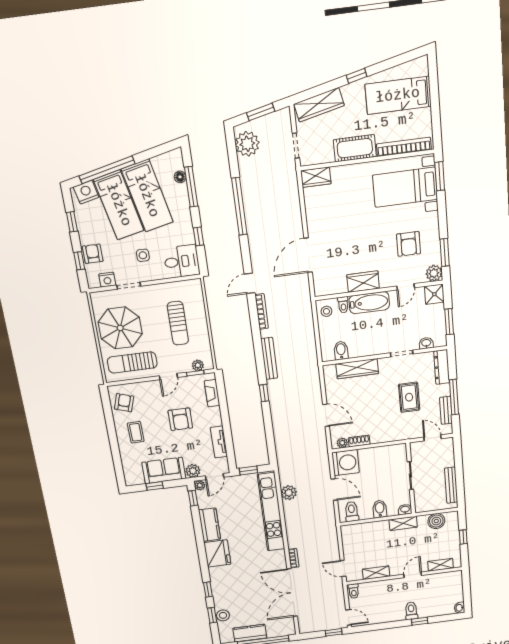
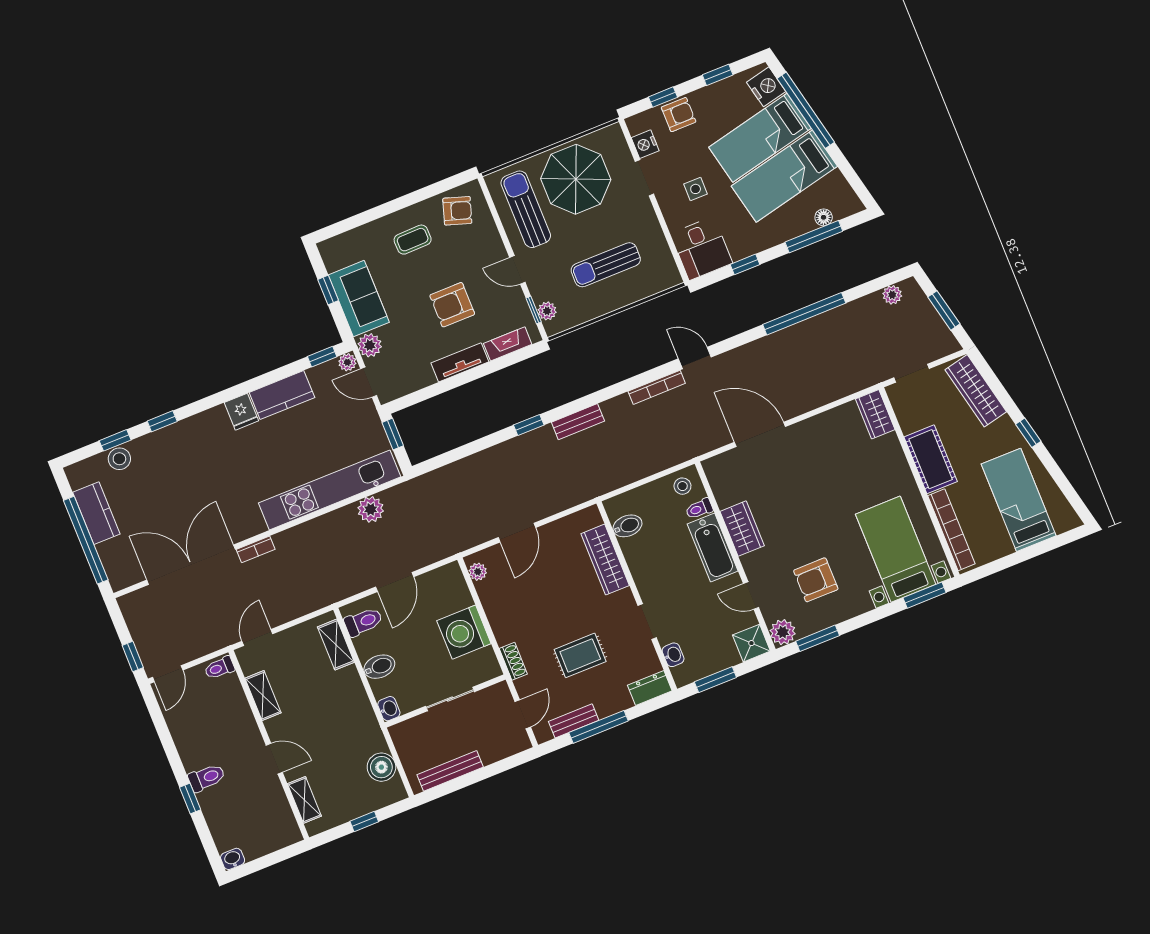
plant: (247, 144) -> (892, 295), width x0.53, depth x0.53
bench: (269, 358) -> (578, 422), width x0.73
dresser: (442, 367) -> (650, 688), width x0.70
shoe rack: (359, 441) -> (513, 661), moved
tv unit: (219, 442) -> (460, 362), moved
washing machine: (346, 463) -> (464, 632), moved, turned 90
shelving: (403, 523) -> (336, 645), moved
fridge: (217, 553) -> (241, 412), width x0.53, depth x0.75

